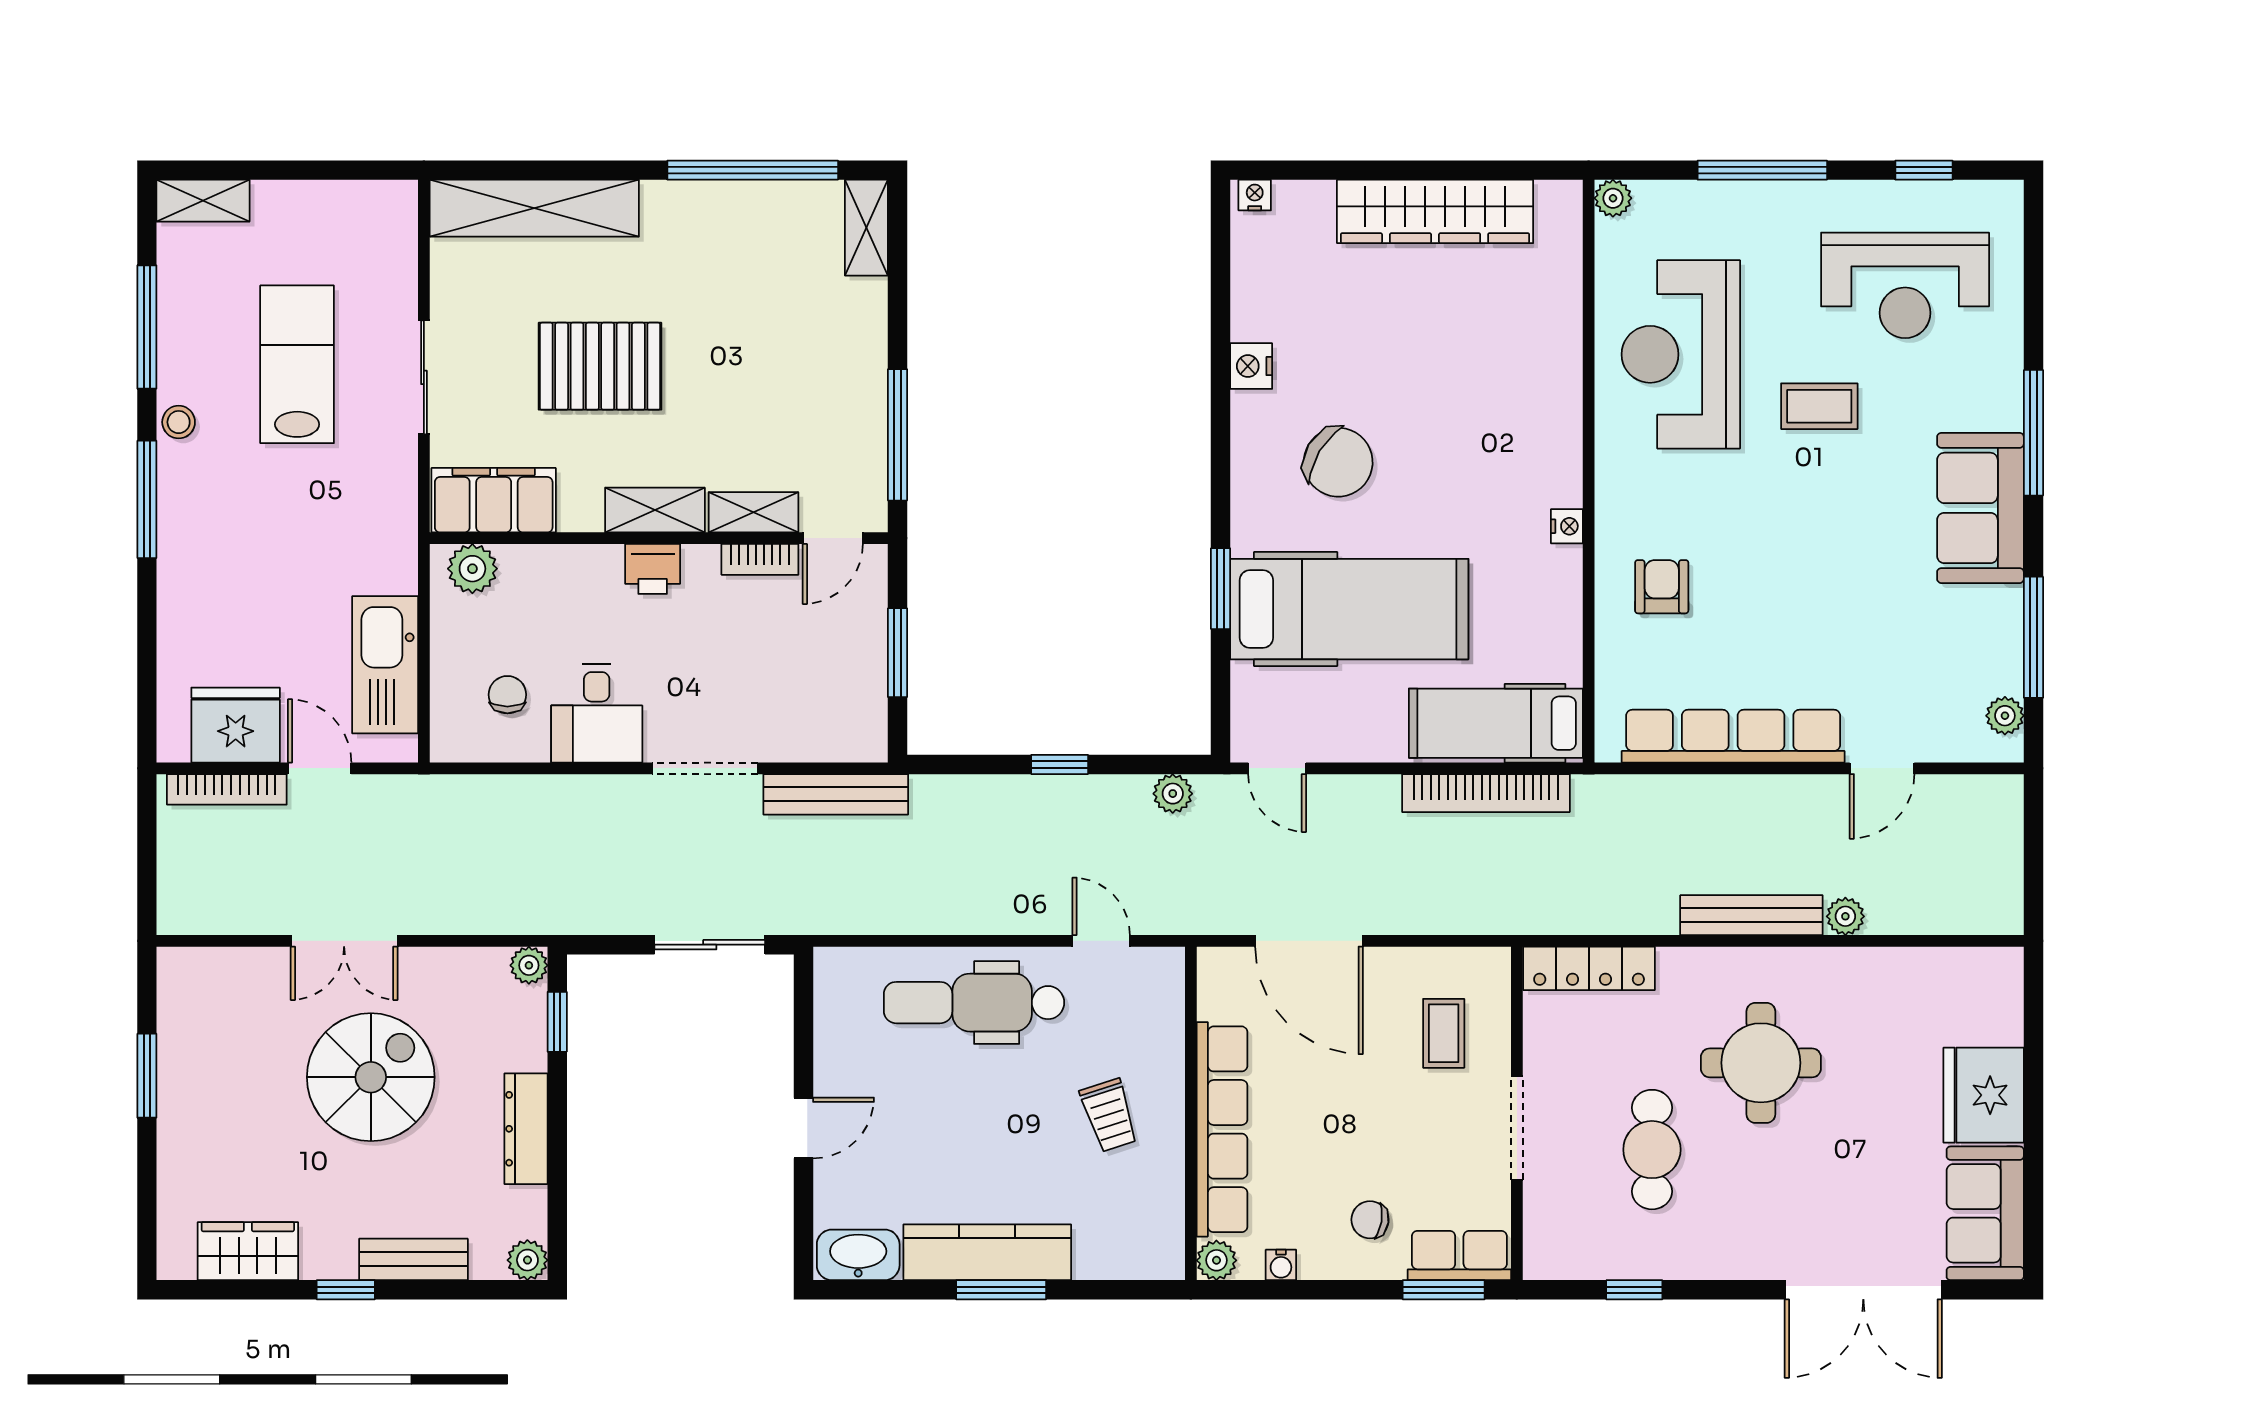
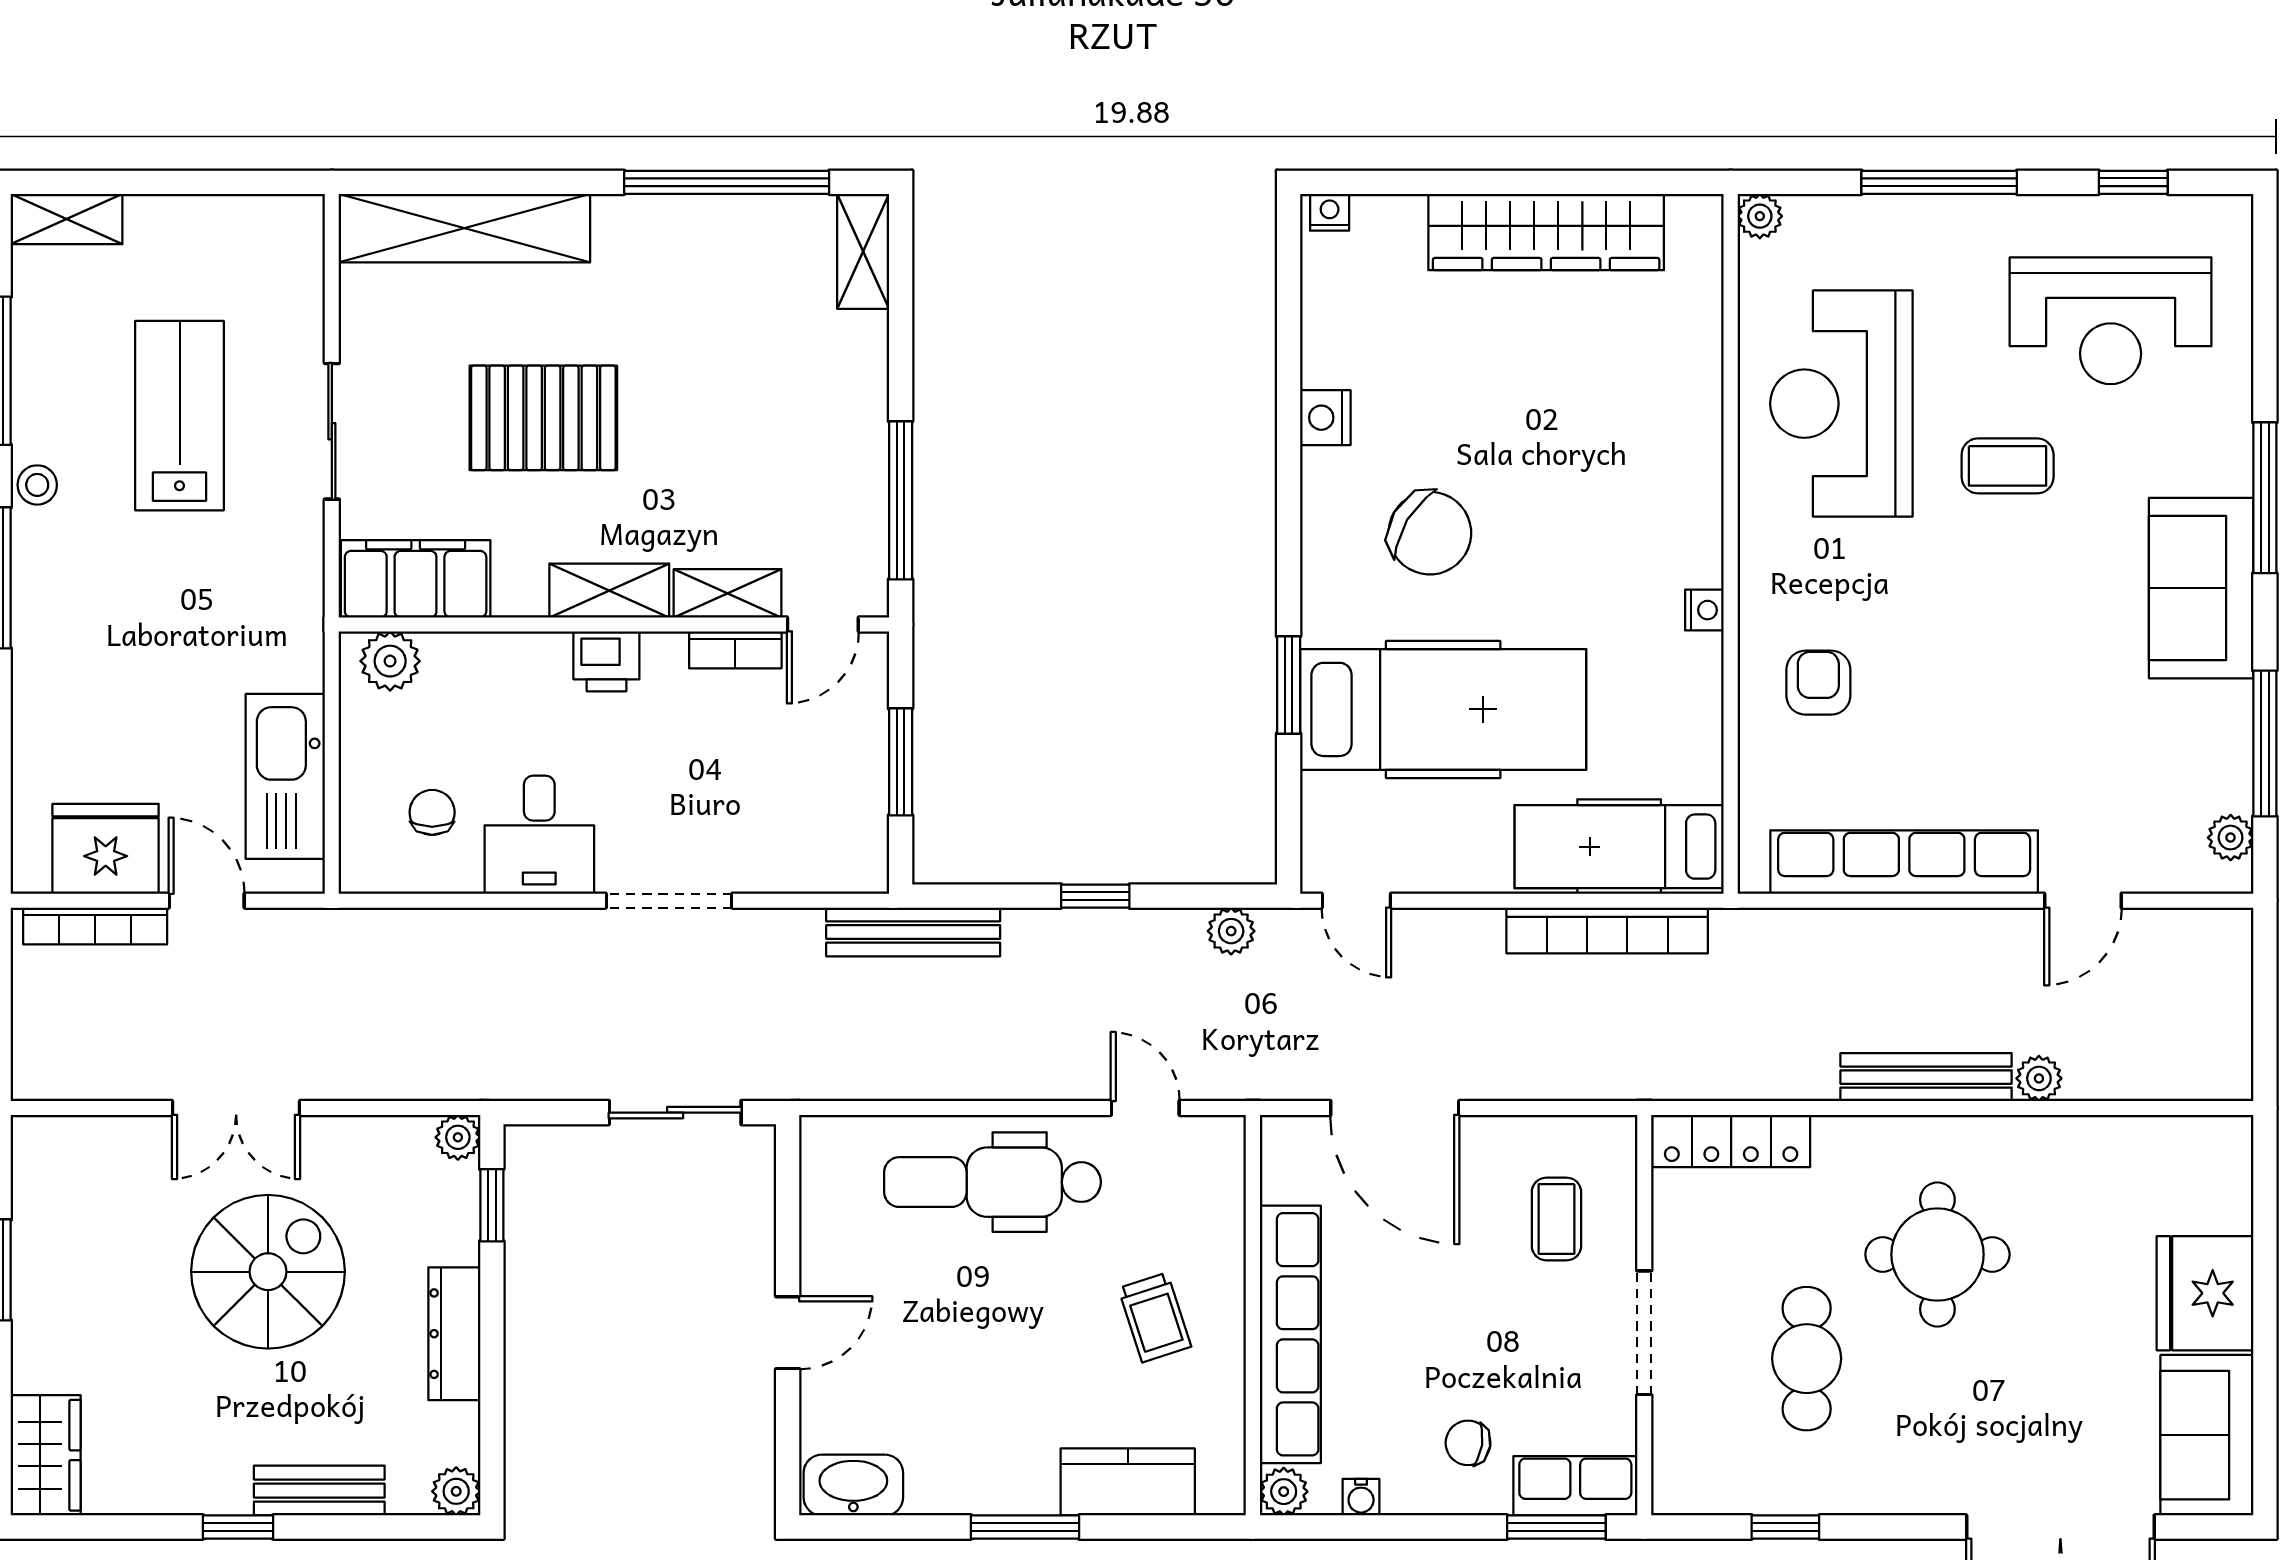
bench: (836, 794) -> (913, 932), moved
wardrobe: (248, 1251) -> (46, 1455), moved, turned 90
kitchen counter: (987, 1252) -> (1128, 1482), moved, width x0.67

